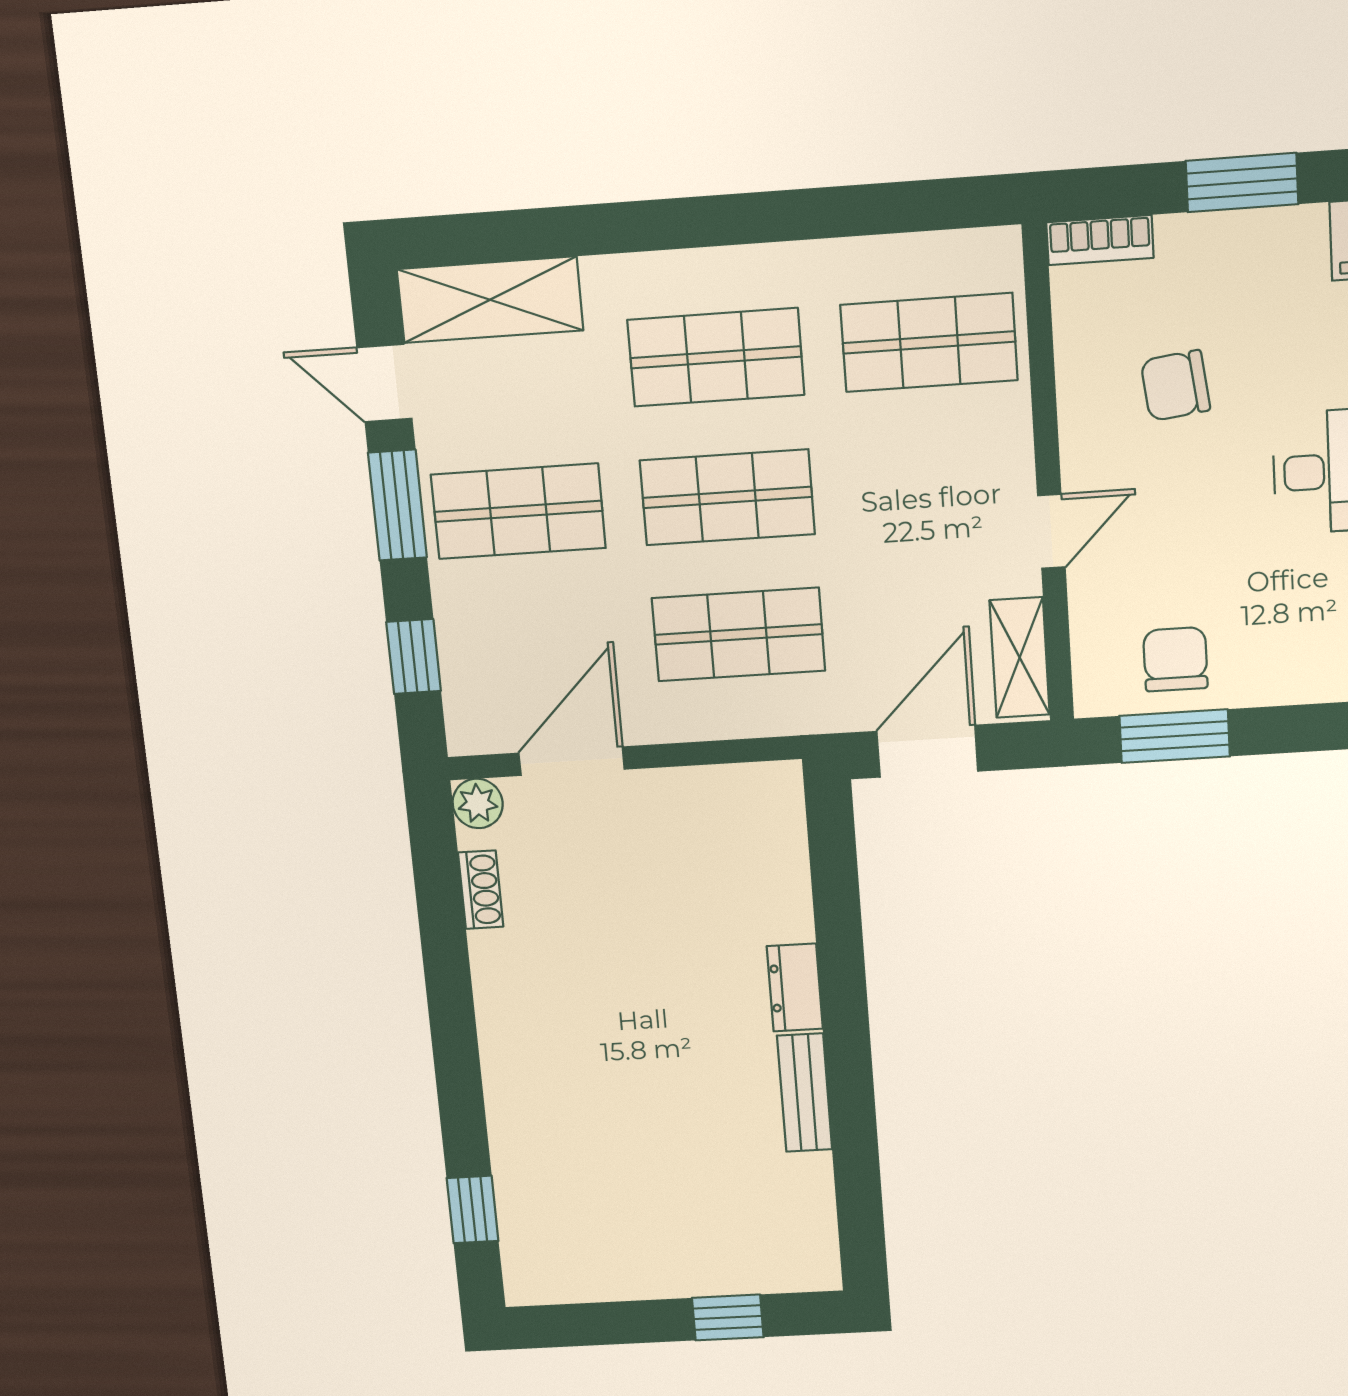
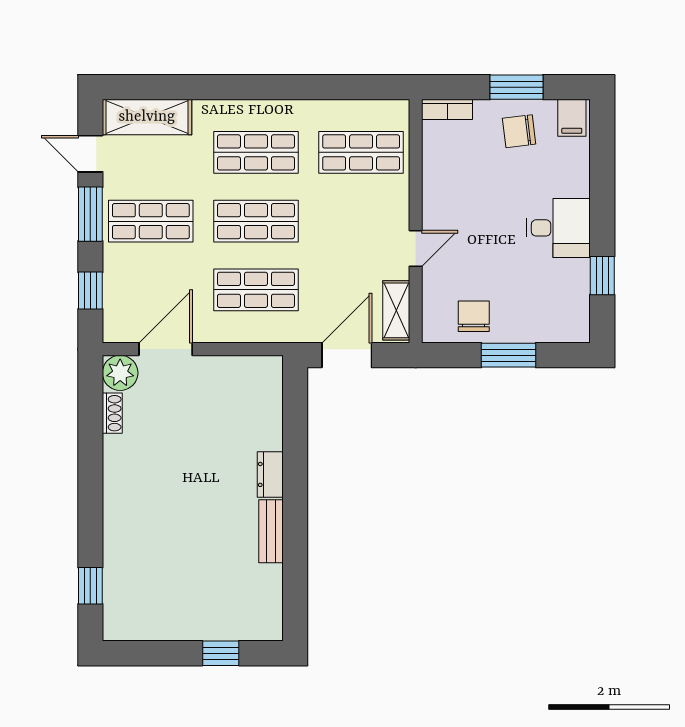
chair: (1175, 386) -> (519, 131), moved
window: (1175, 736) -> (509, 355), moved
plant: (478, 803) -> (120, 373), width x1.38, depth x1.38

